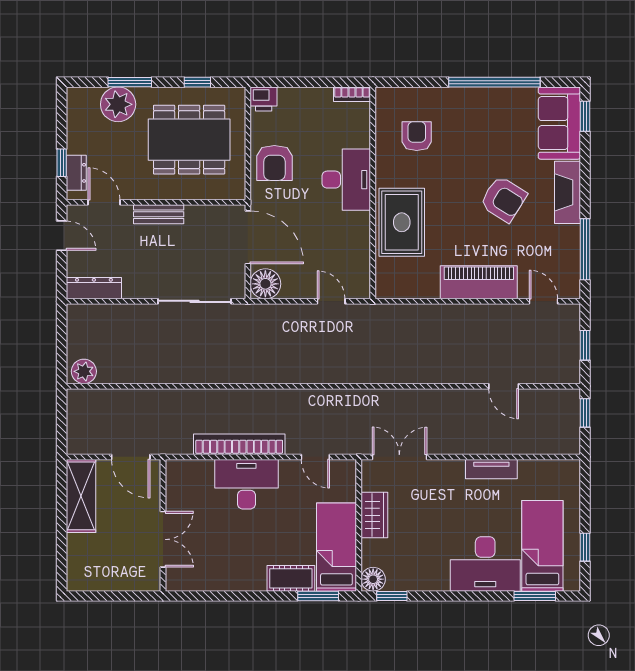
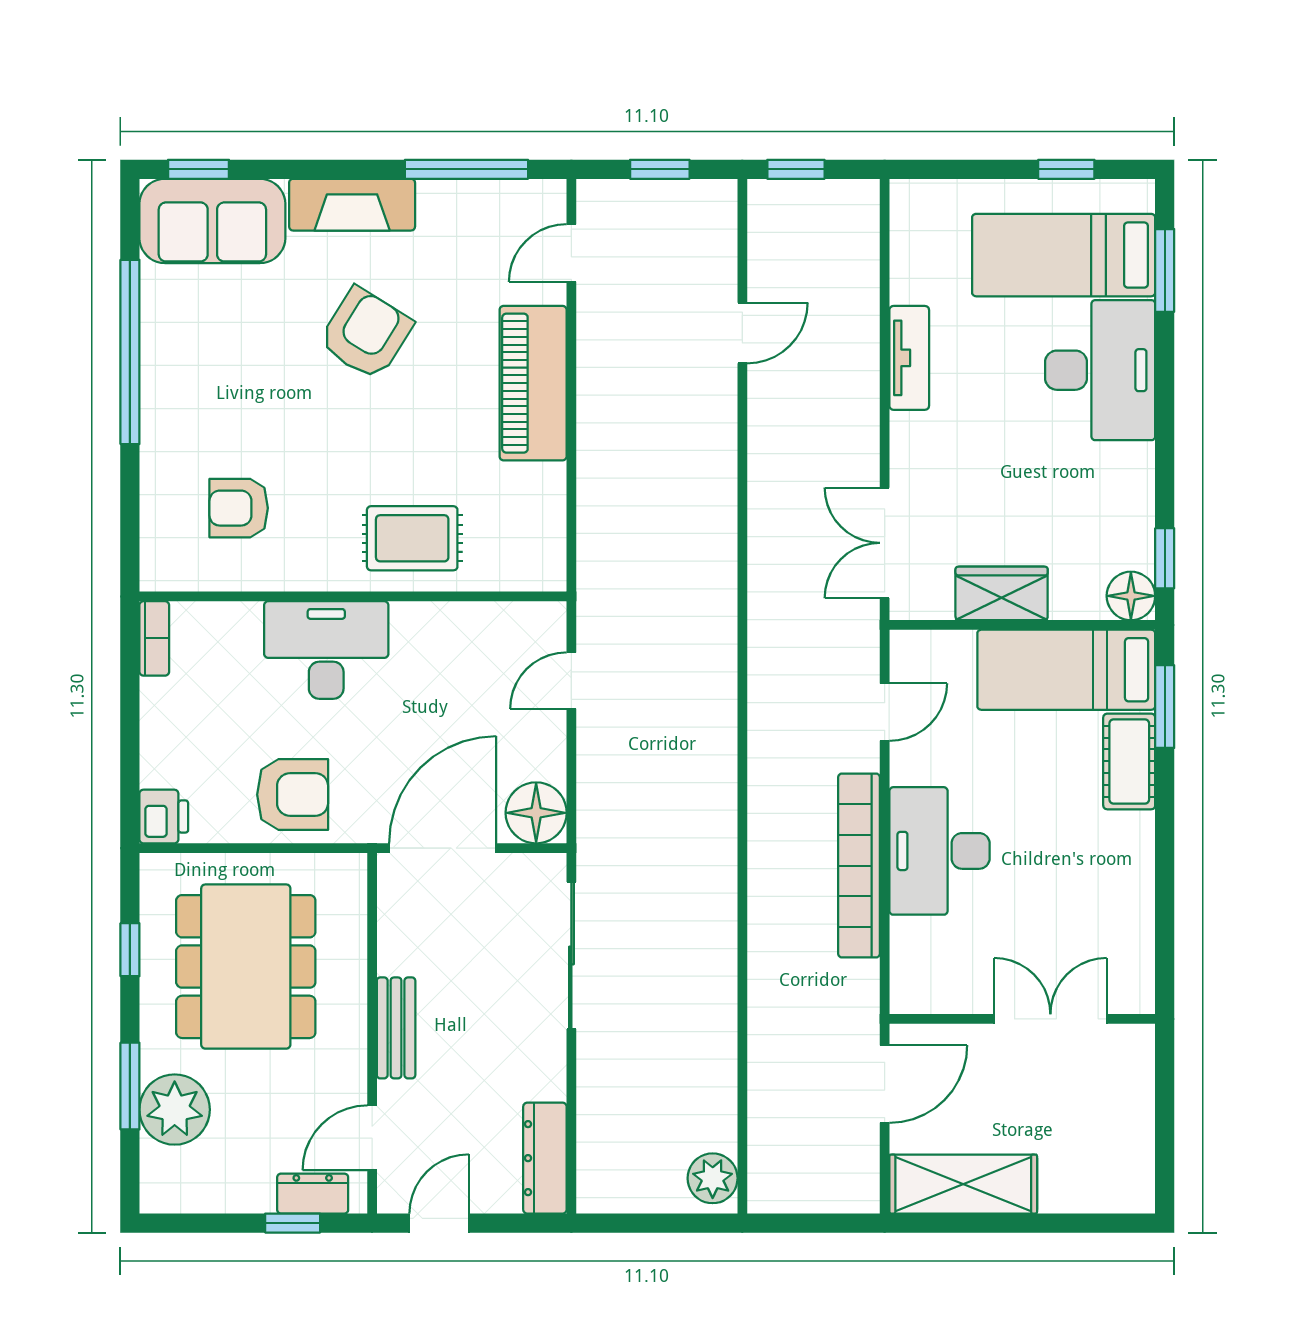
rug: (402, 222) -> (412, 538), width x0.73, depth x0.70

